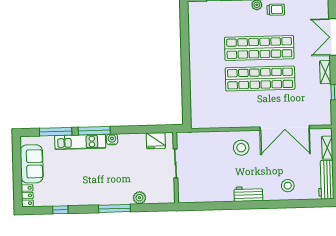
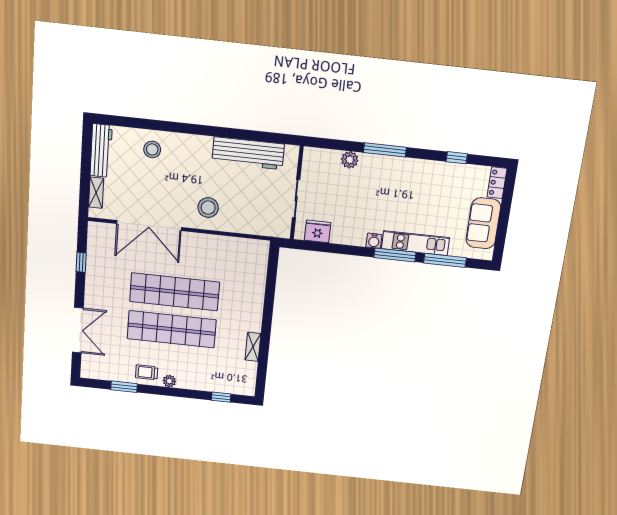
shelving: (325, 72) -> (253, 347), moved
double door: (285, 128) -> (149, 226), swing flipped
workbench: (248, 194) -> (248, 153), moved, width x1.88, depth x1.32

